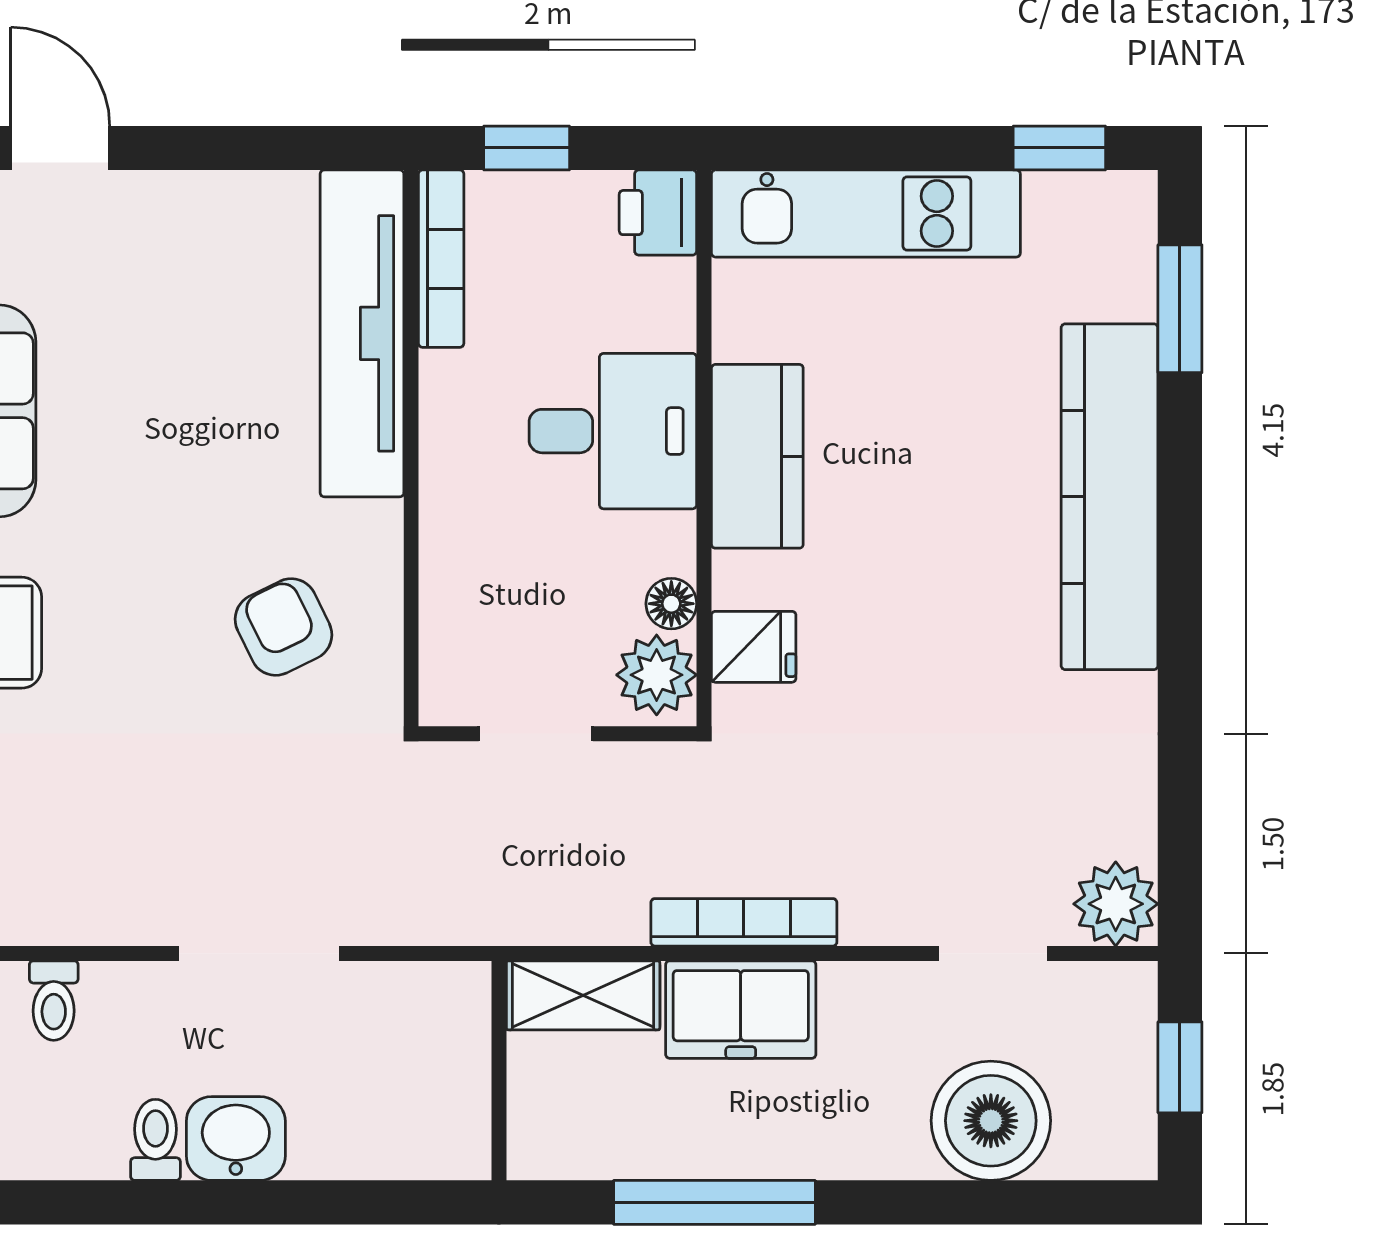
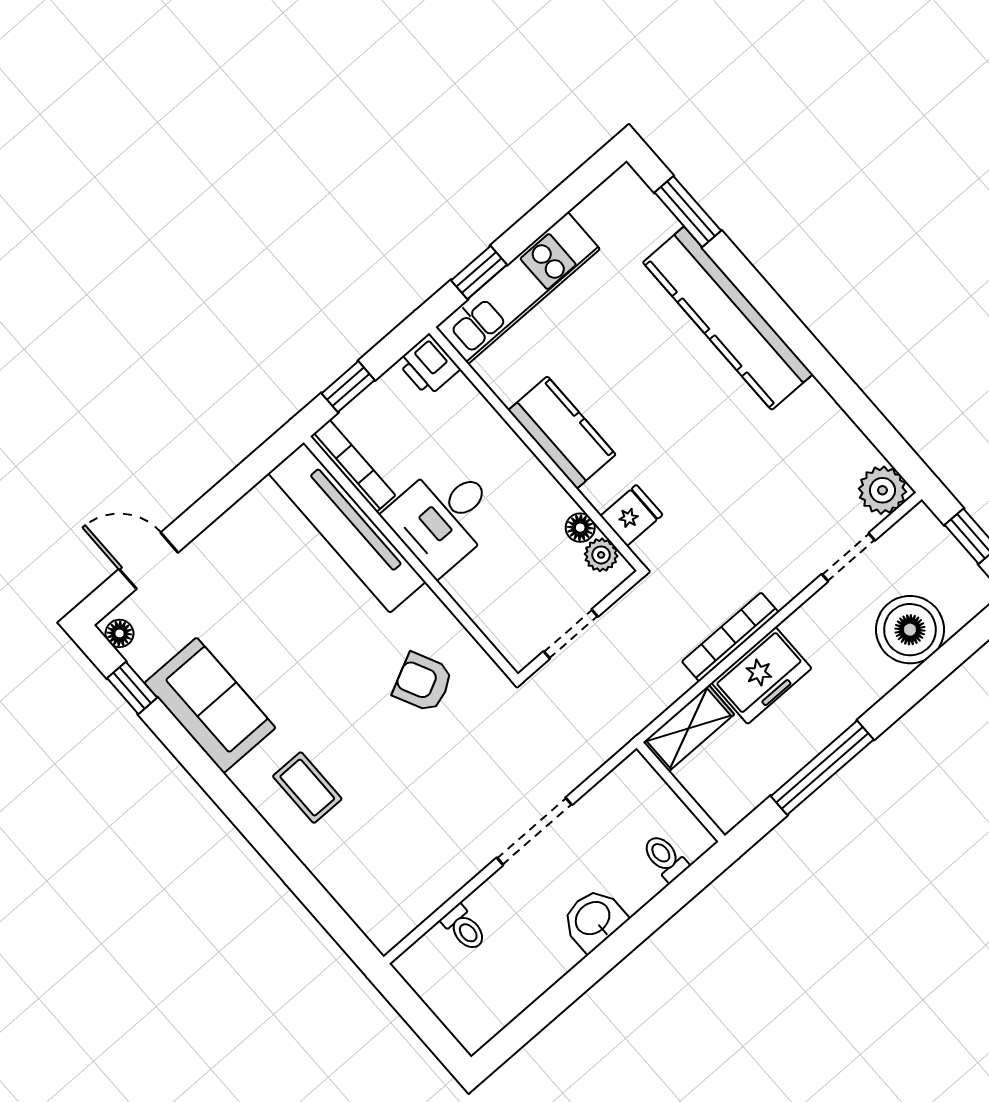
window: (1059, 148) -> (479, 273), moved
desk: (613, 431) -> (443, 517), moved, turned 180
plant: (657, 675) -> (601, 555), width x0.73, depth x0.73
toilet: (155, 1140) -> (665, 858), moved

